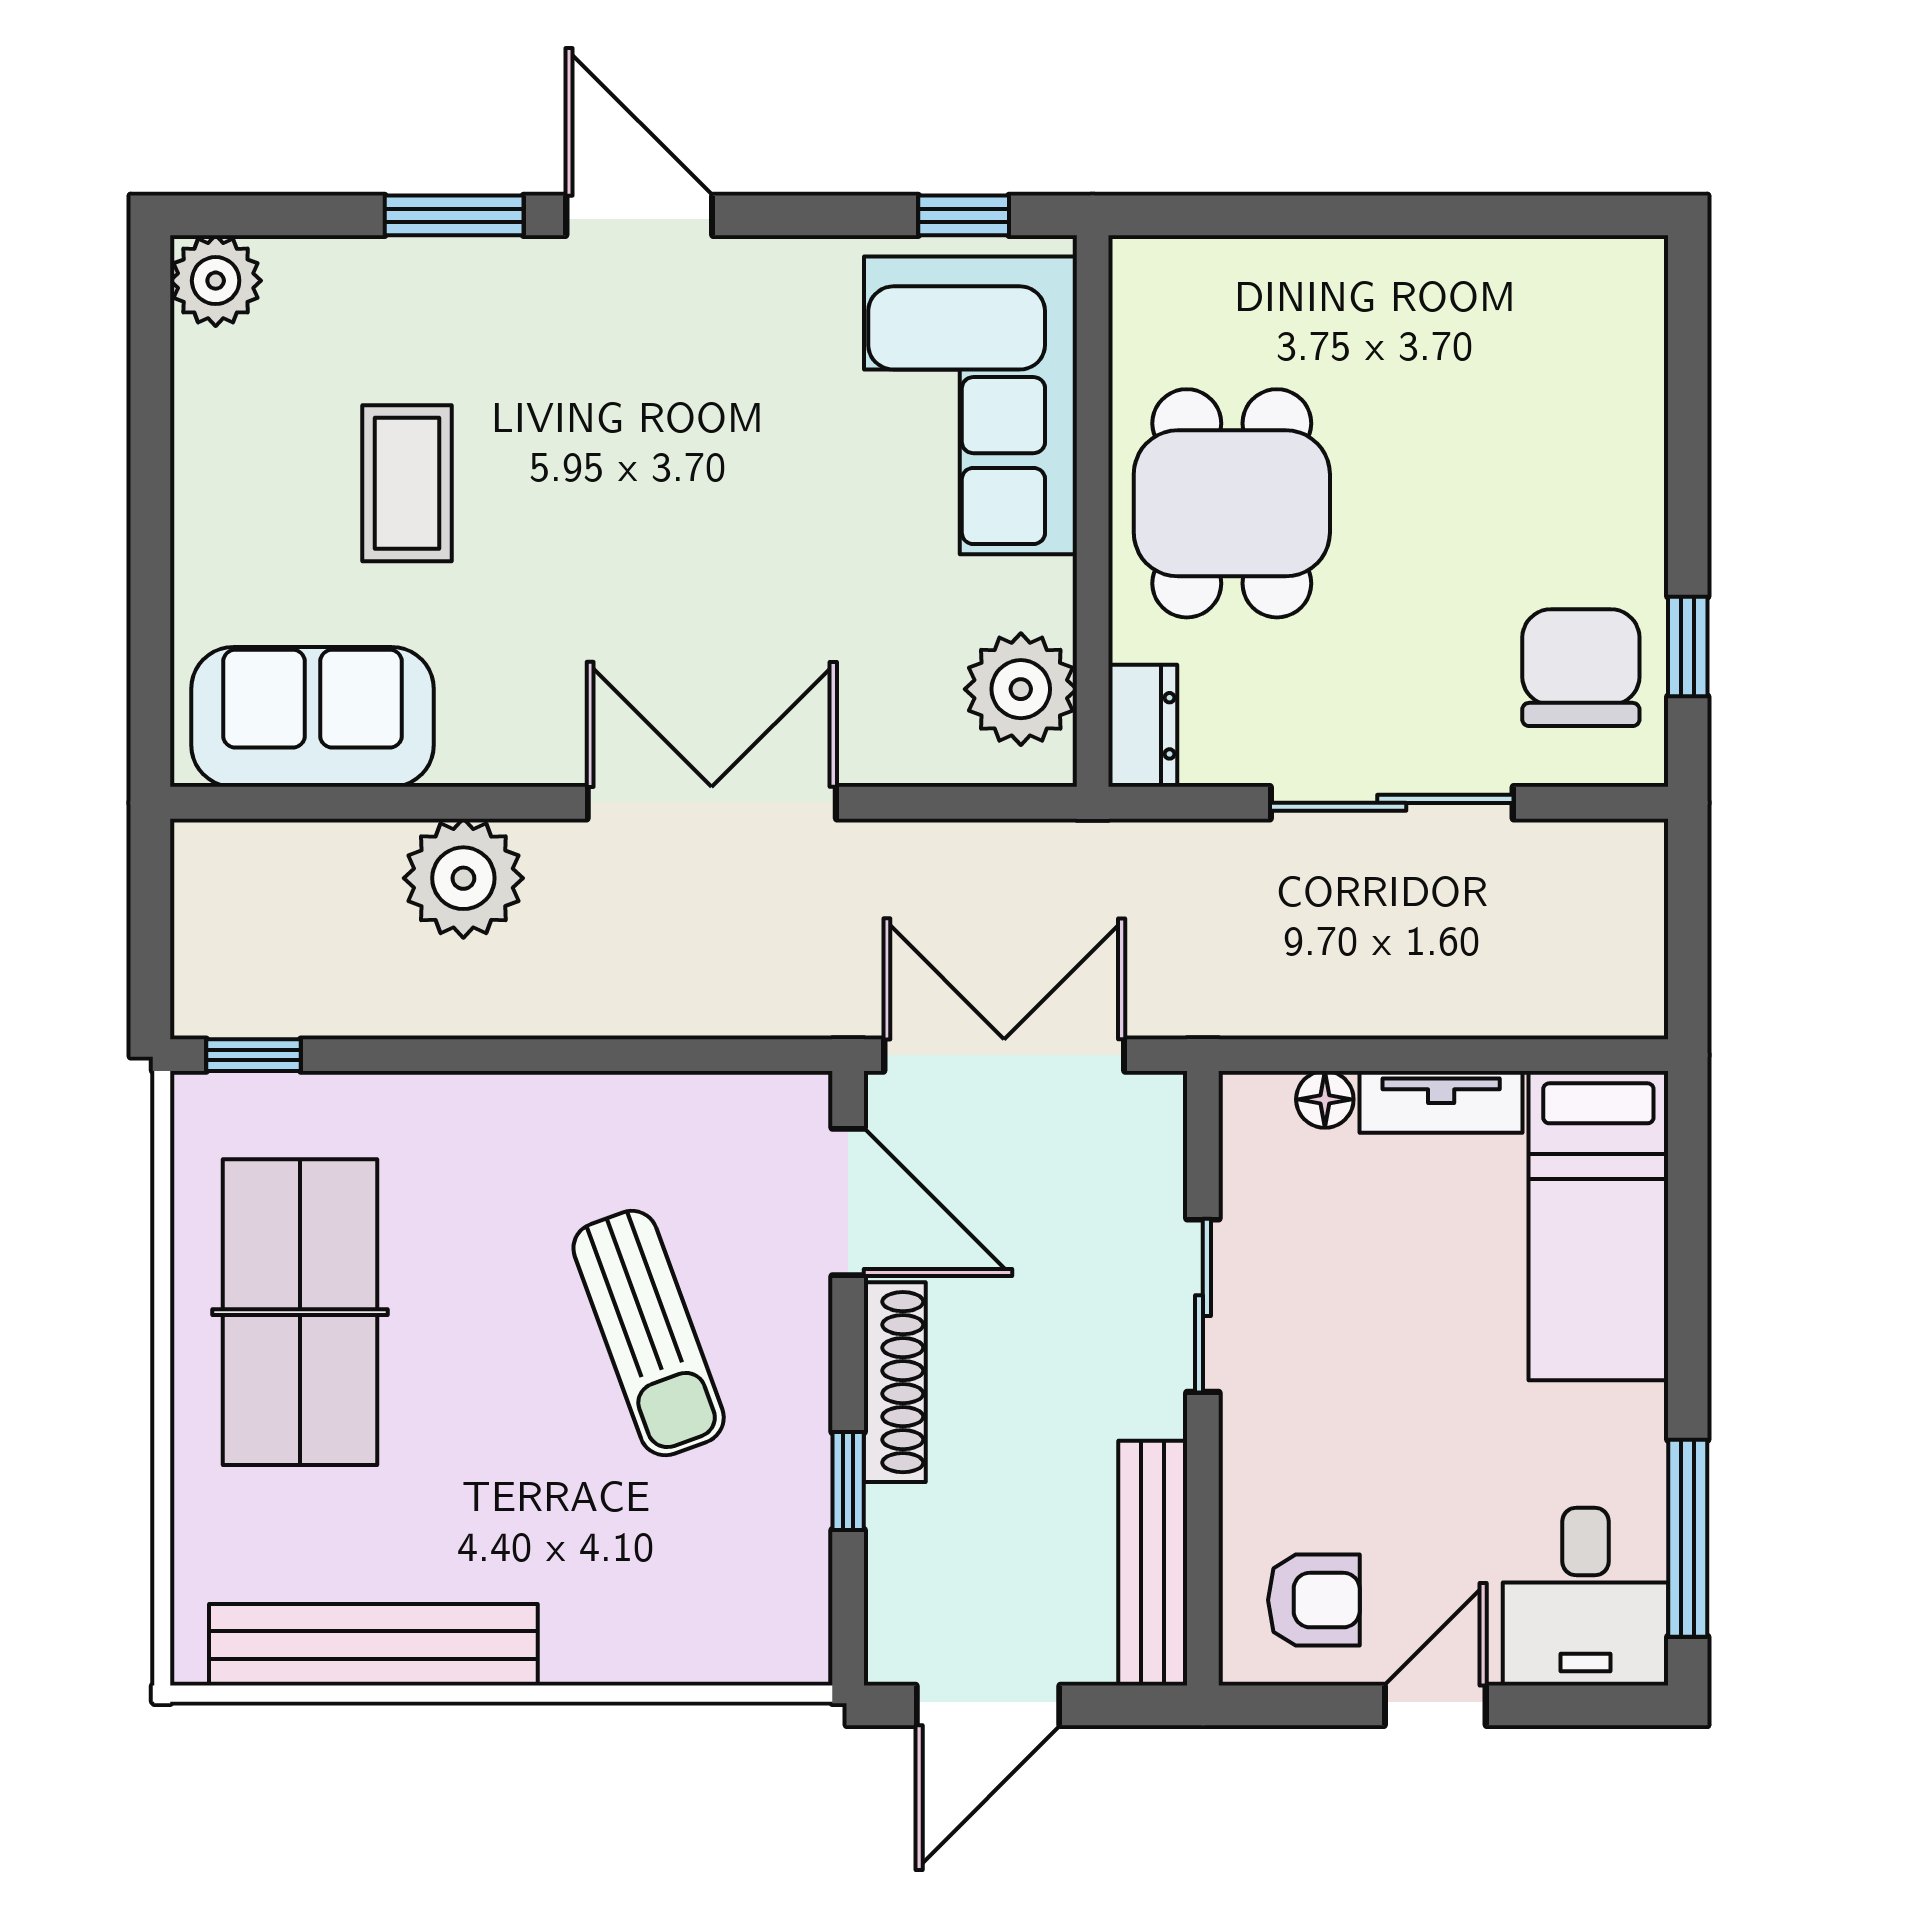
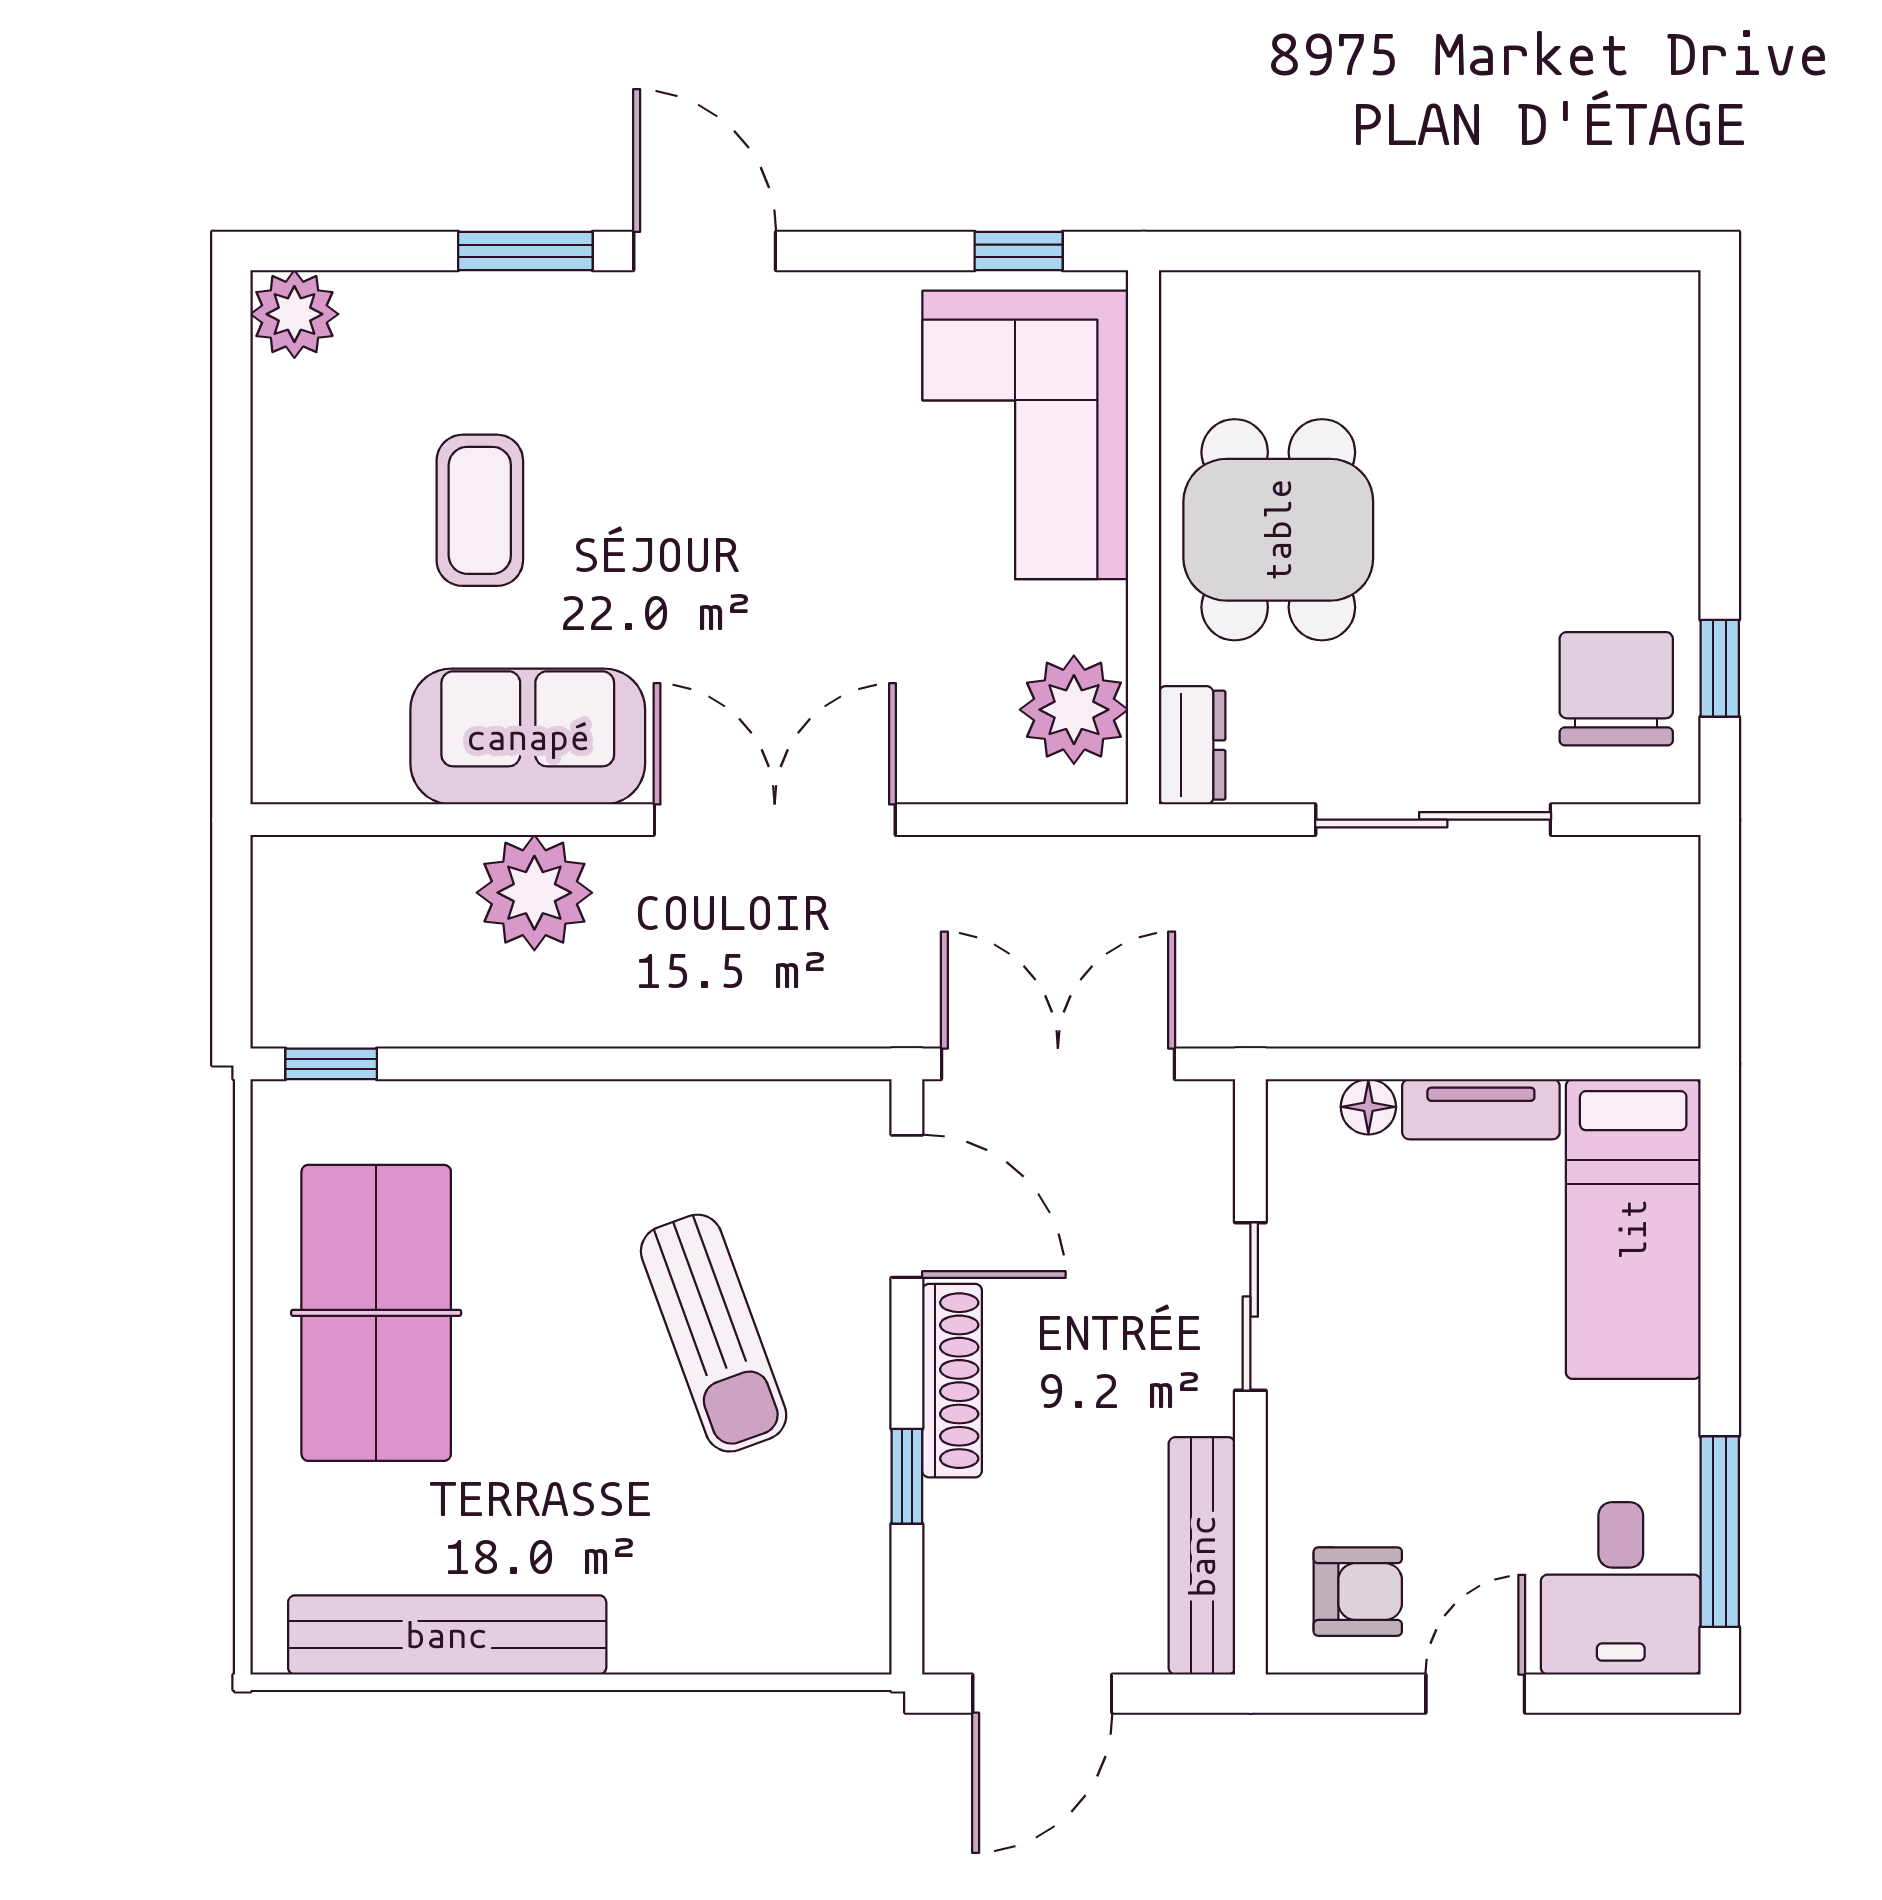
sofa: (312, 717) -> (528, 737), moved

